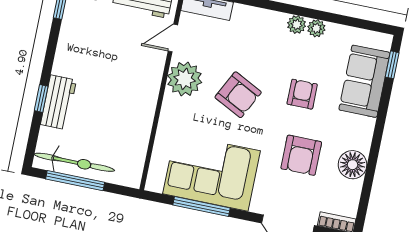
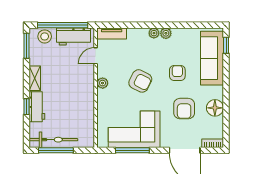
plant: (316, 28) -> (154, 33), moved
shelving: (64, 54) -> (35, 78), added
plant: (185, 79) -> (103, 83), width x0.53, depth x0.53
sofa: (364, 81) -> (212, 58), width x1.36

